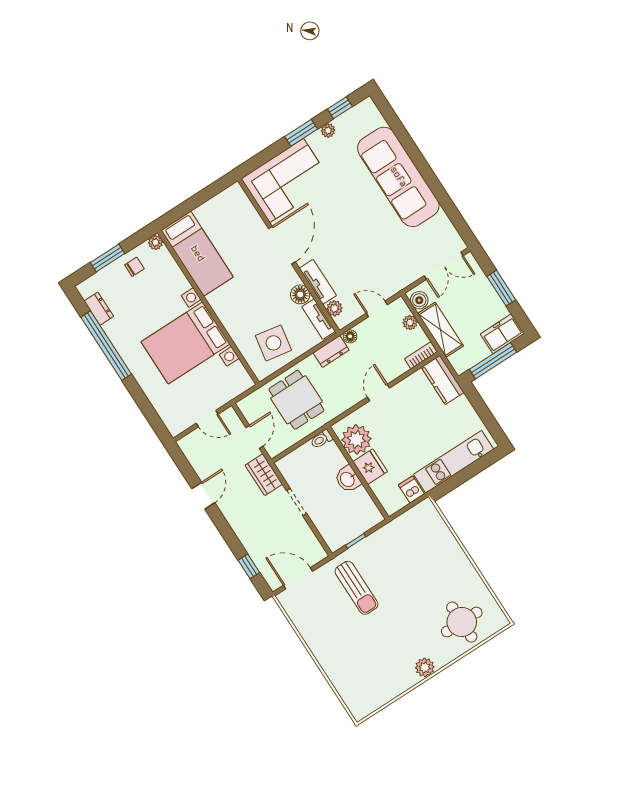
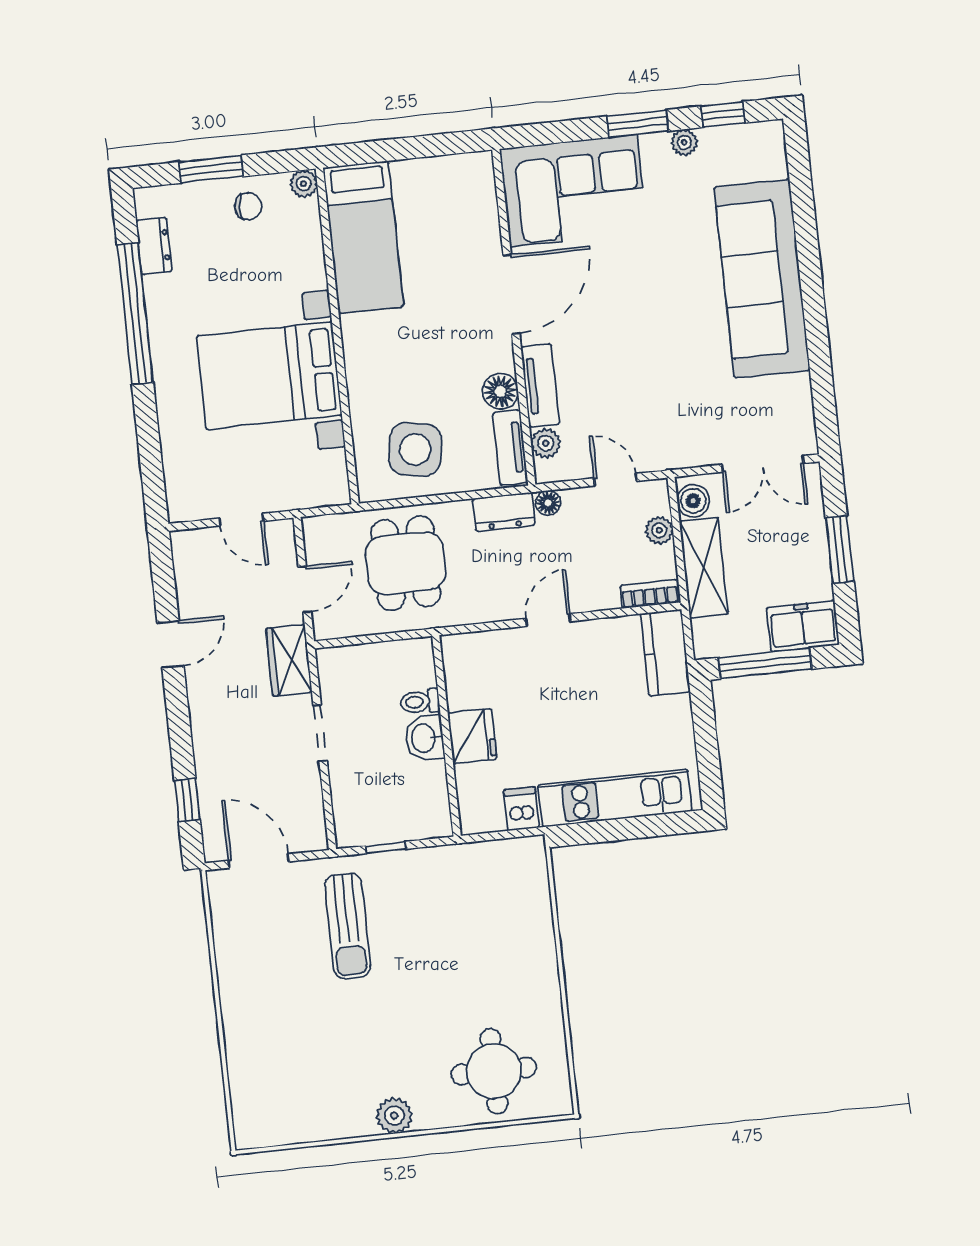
toilet: (322, 439) -> (420, 702), moved
plant: (356, 439) -> (472, 679), removed

